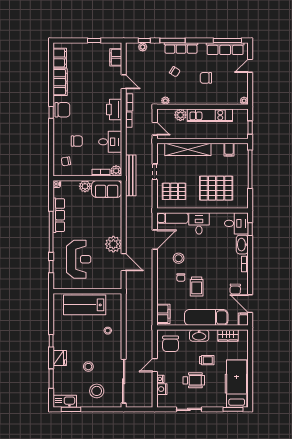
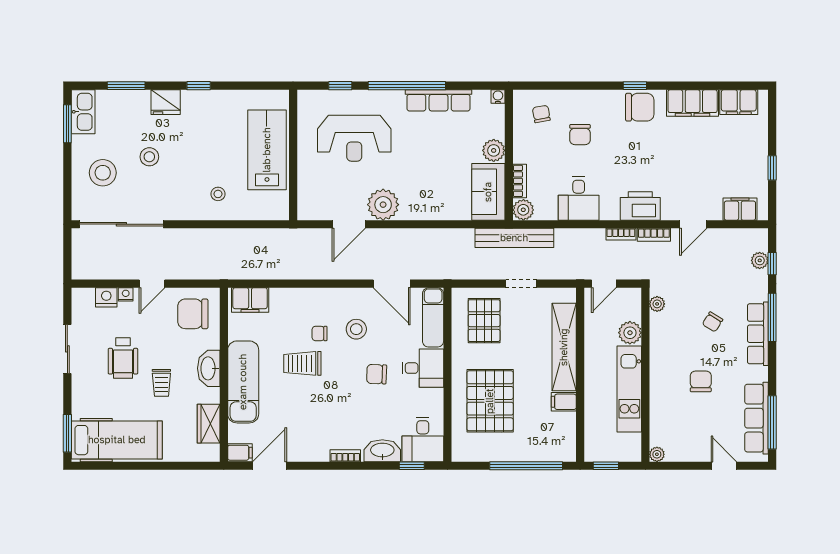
chair: (62, 110) -> (640, 107), turned -90
filing cabinet: (229, 150) -> (564, 402), moved
chair: (235, 289) -> (377, 374), moved
door: (155, 365) -> (152, 284), swing flipped

